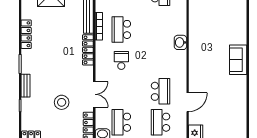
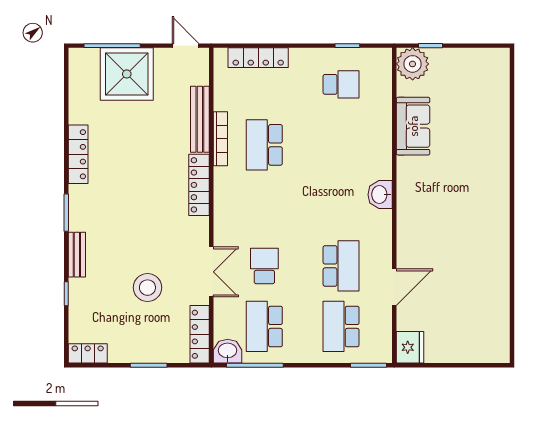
washbasin: (180, 42) -> (380, 195), moved
school desk: (121, 60) -> (264, 266), moved
sofa: (238, 60) -> (413, 126), moved, turned 180

